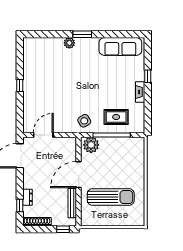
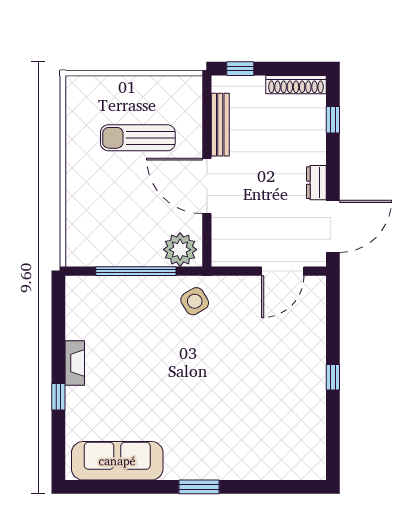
plant: (69, 43) -> (227, 469), removed
rug: (116, 117) -> (126, 310), removed
door: (79, 175) -> (207, 186), swing flipped
dresser: (27, 197) -> (316, 183), moved
sun lounger: (111, 197) -> (138, 138), width x0.73, depth x0.75

